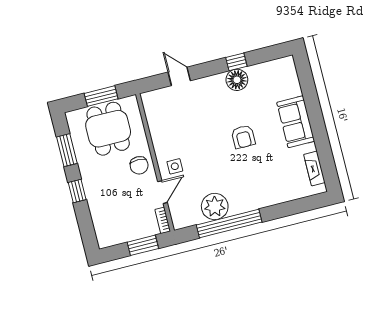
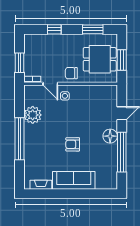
window: (236, 62) -> (122, 152), width x3.17
floor lamp: (237, 80) -> (110, 136), moved
sofa: (296, 122) -> (74, 180), width x1.36
window: (77, 191) -> (54, 29), moved
window: (229, 224) -> (20, 139), moved

